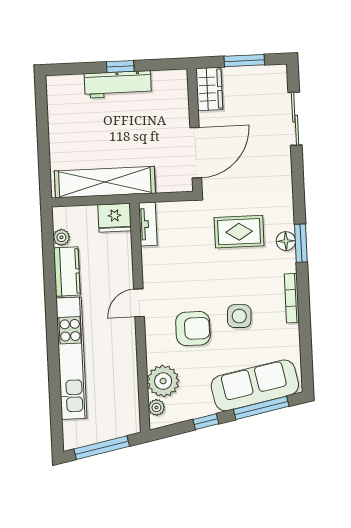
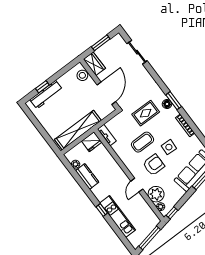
window: (120, 66) -> (42, 87), moved
workbench: (118, 84) -> (46, 95), moved
stool: (176, 95) -> (82, 75), added
coffee table: (200, 277) -> (142, 142), added
door: (139, 303) -> (137, 185), moved
window: (53, 345) -> (102, 210), added
kitchen unit: (71, 358) -> (118, 216), width x0.73
window: (206, 422) -> (172, 213), moved

